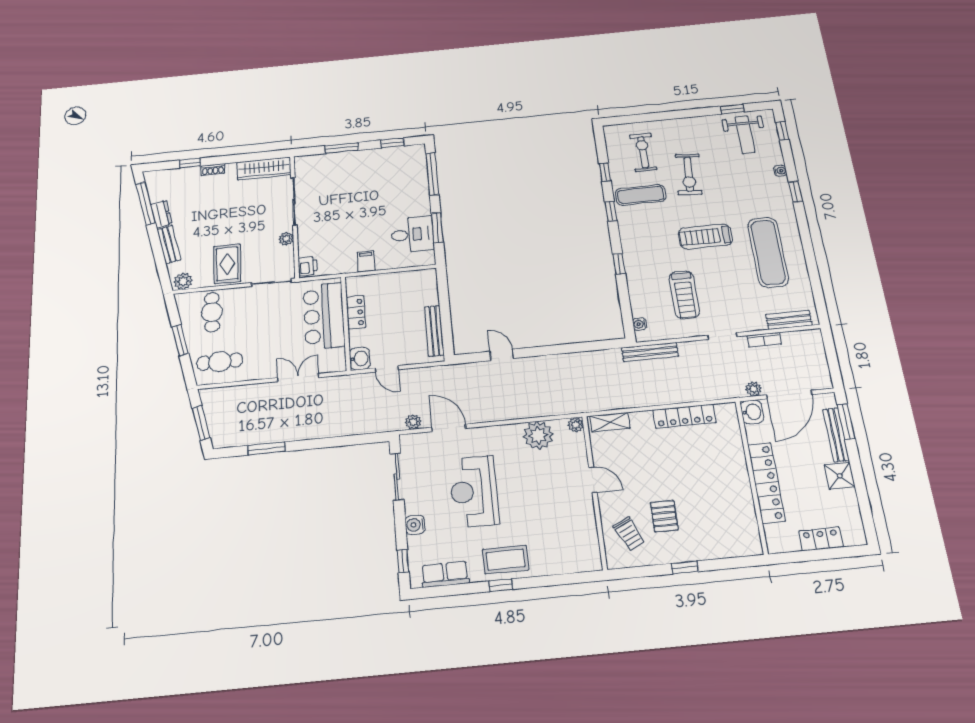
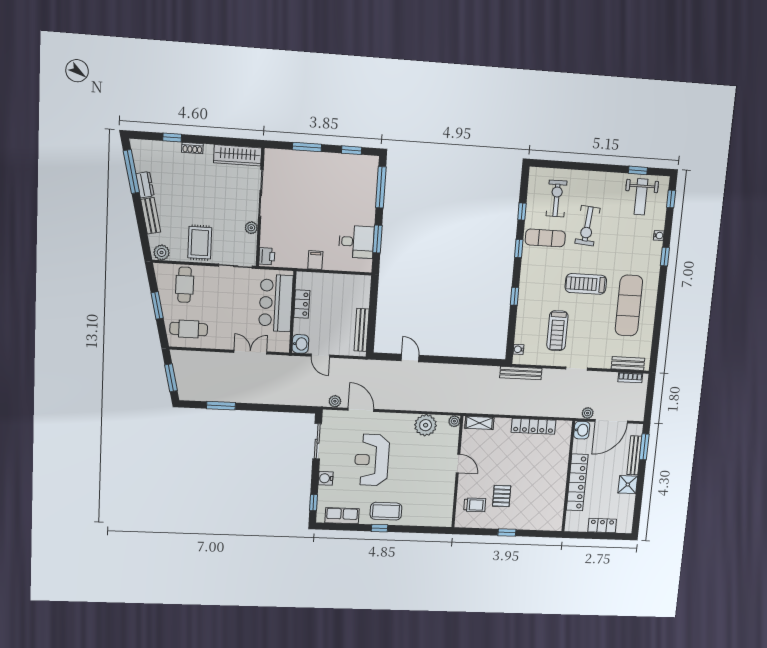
bookcase: (764, 340) -> (630, 378), moved
trolley: (629, 534) -> (475, 505), turned -64

